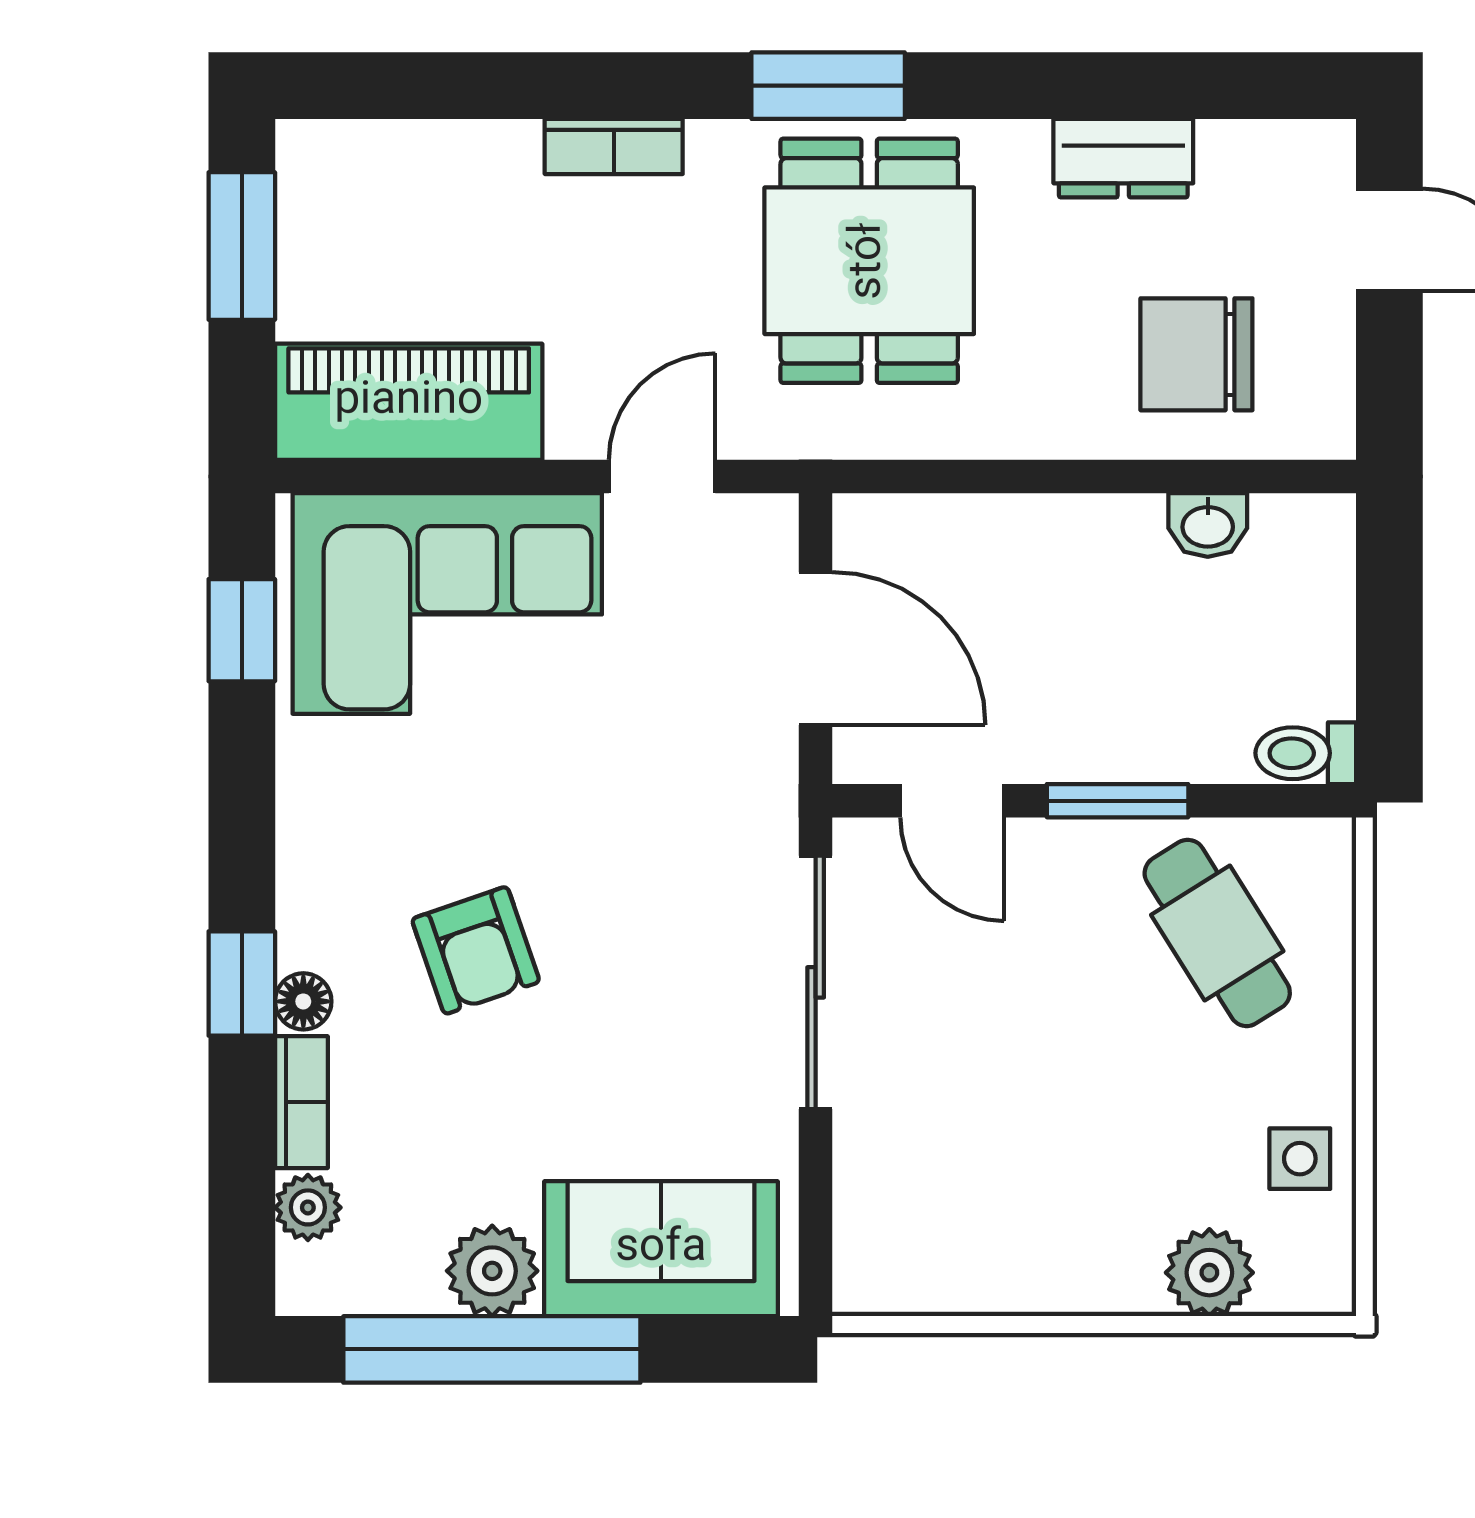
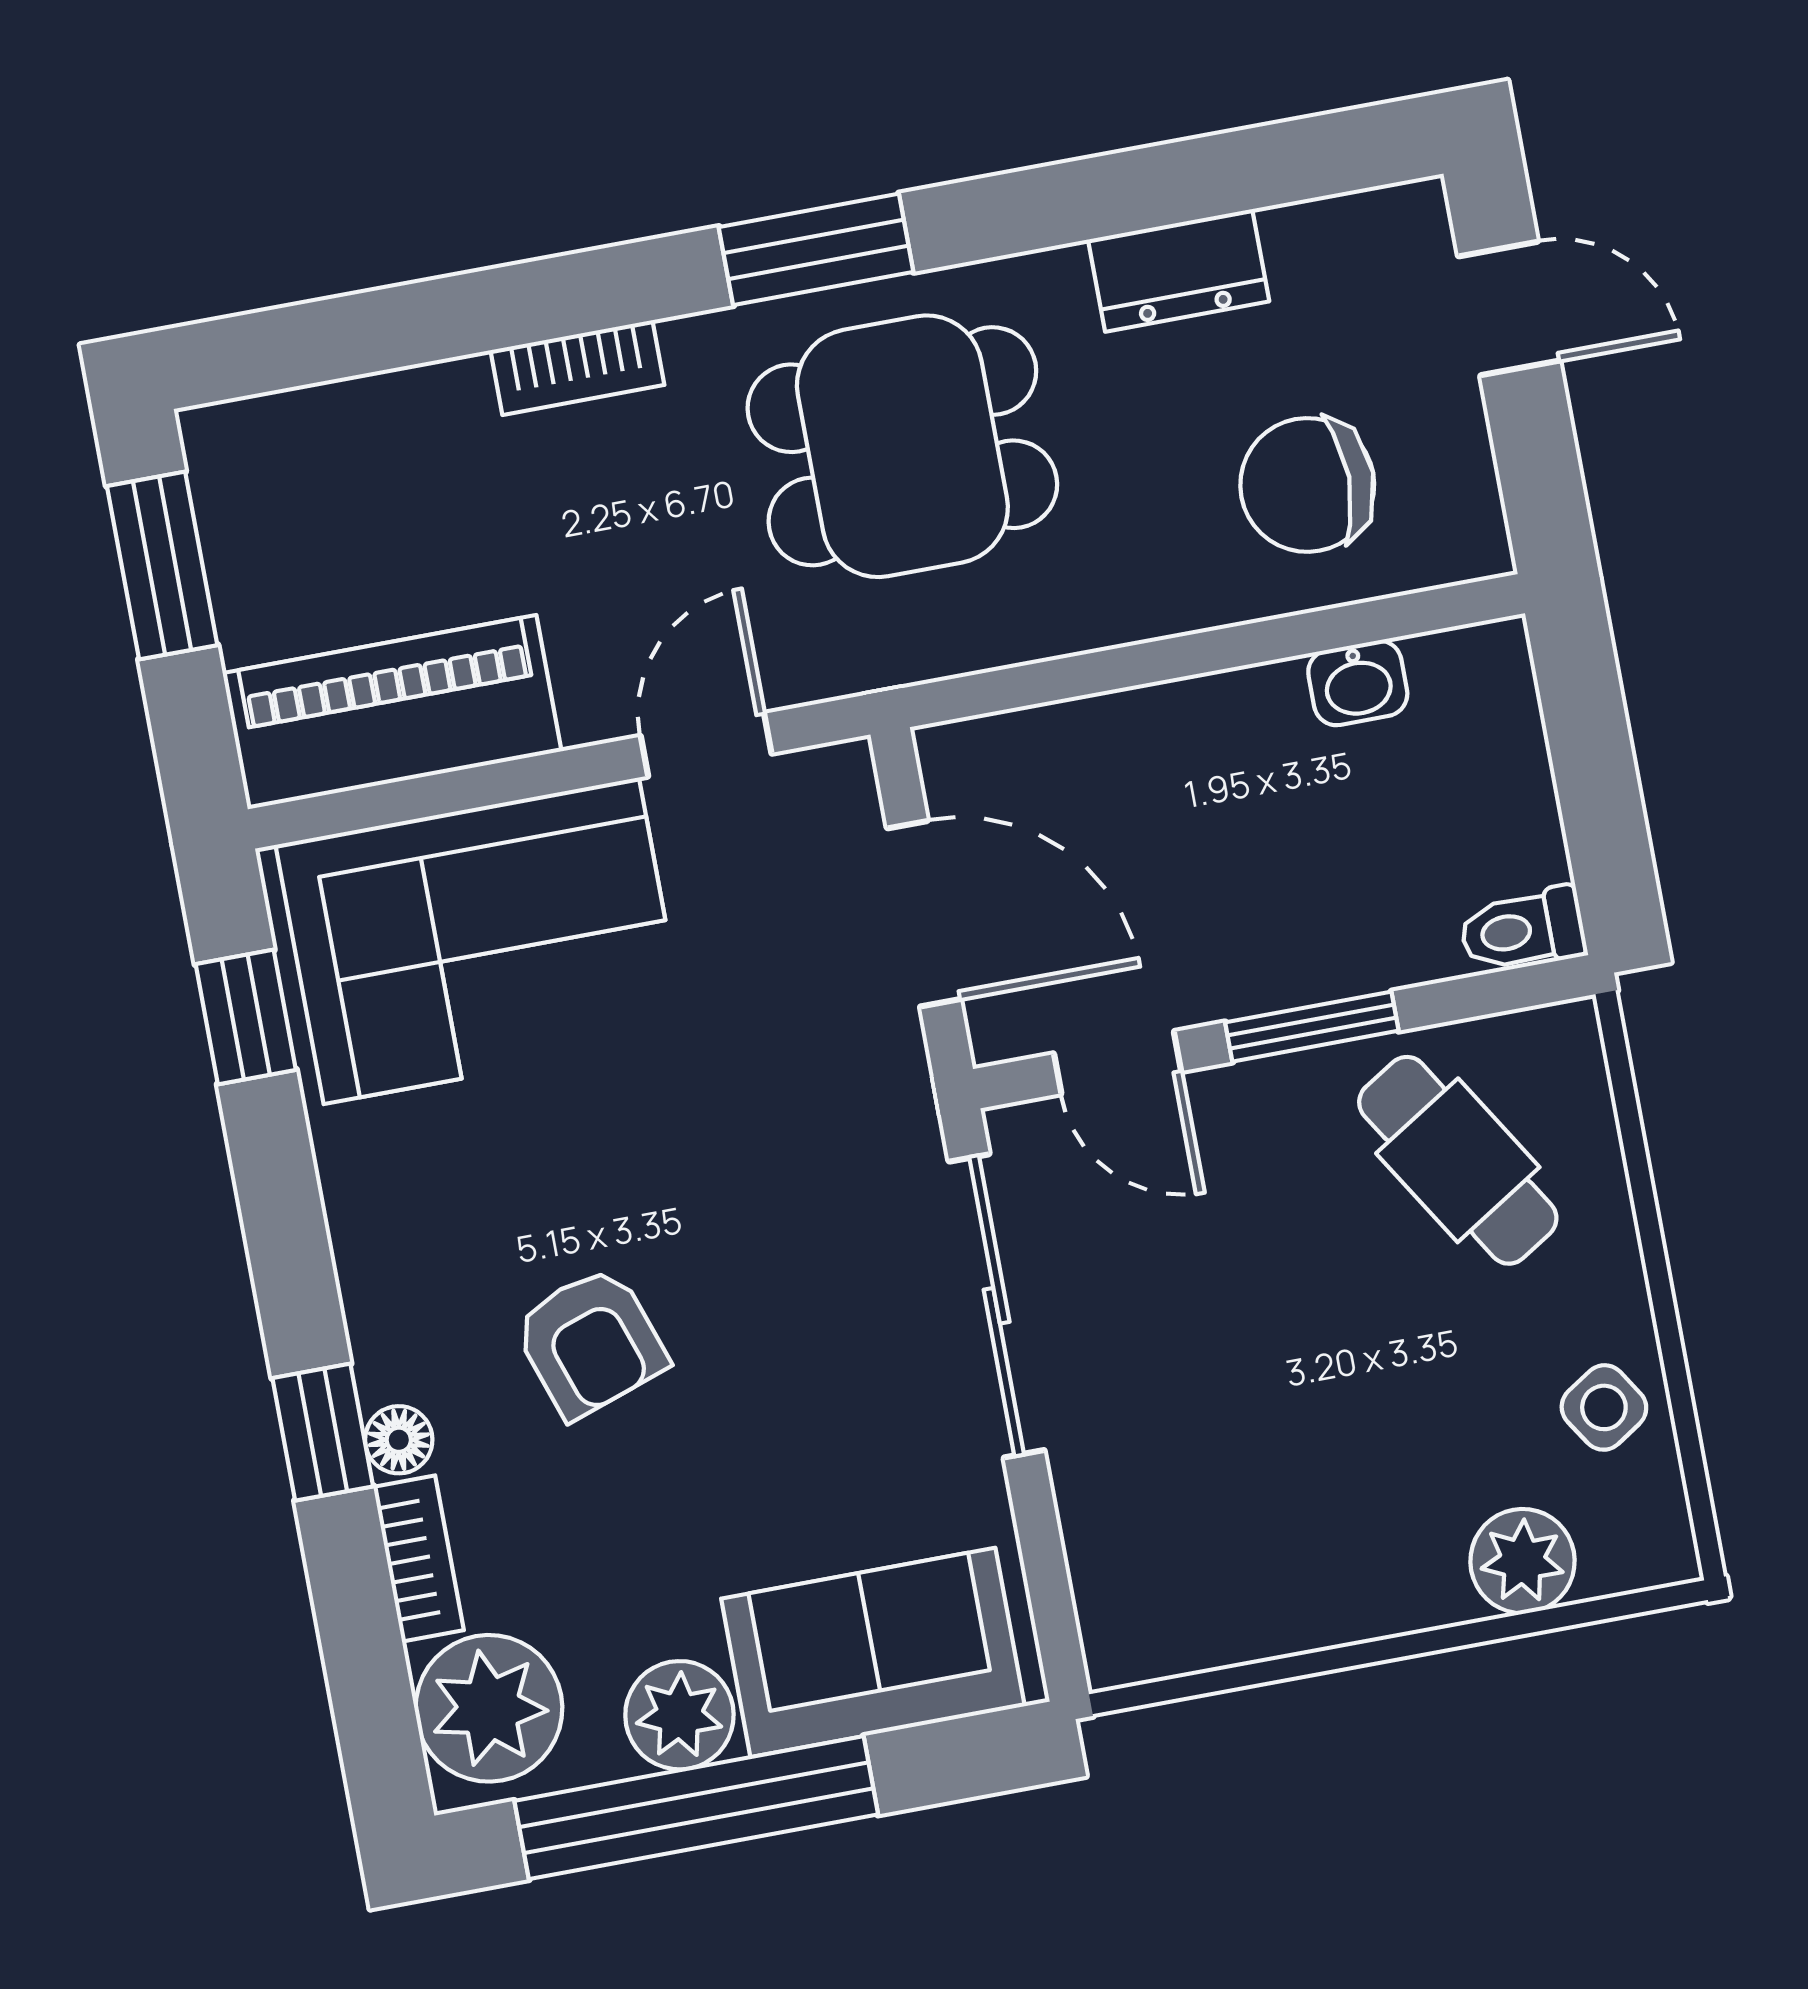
dining table: (869, 261) -> (902, 446), turned 90
side table: (1300, 1159) -> (1604, 1407), turned -33
plant: (308, 1207) -> (489, 1708), width x1.87, depth x1.87

